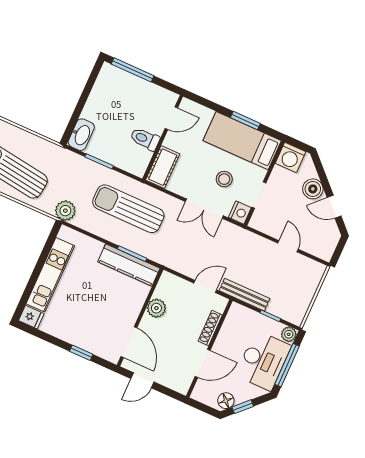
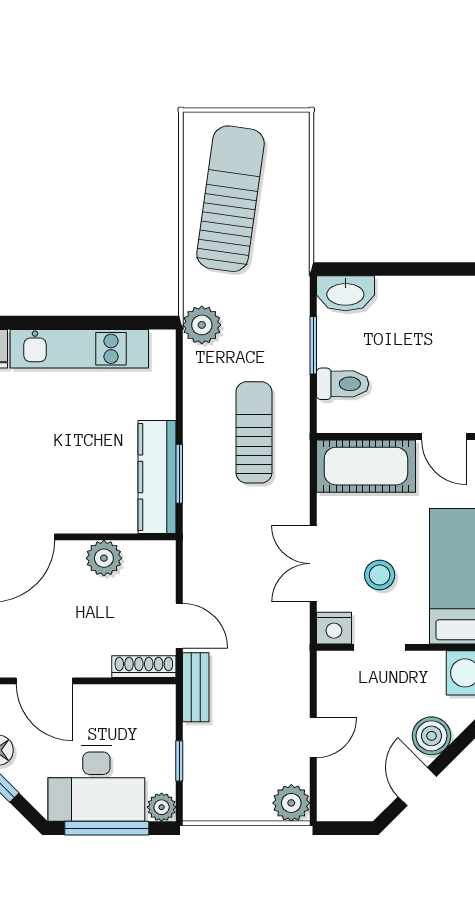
toilet: (145, 139) -> (343, 384), moved, turned 90
cot: (163, 167) -> (366, 466), width x1.37, depth x1.34
sun lounger: (128, 209) -> (254, 432), width x0.73, depth x0.75
plant: (315, 271) -> (291, 803), added
bench: (244, 295) -> (196, 687), width x0.73
shoe rack: (210, 328) -> (144, 667), moved

